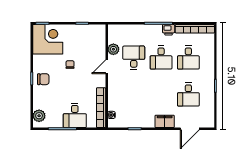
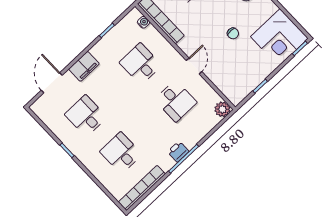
printer: (169, 30) -> (178, 152), moved
plant: (113, 49) -> (222, 109), moved
desk: (161, 58) -> (141, 64), moved

